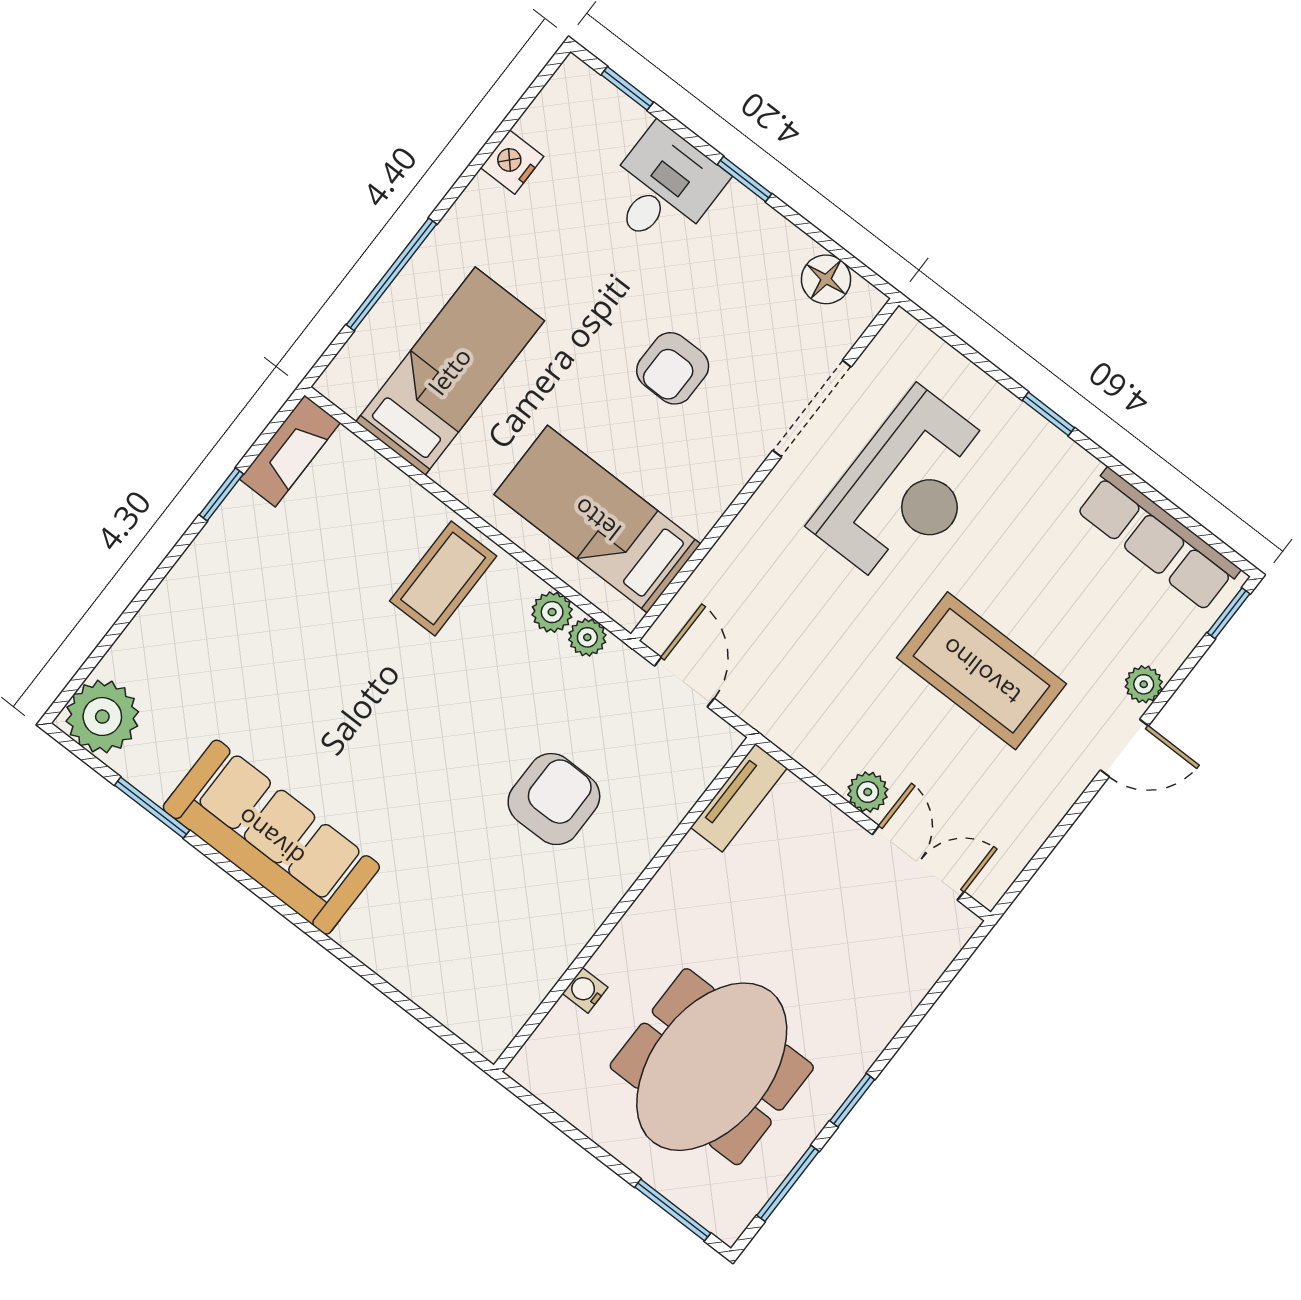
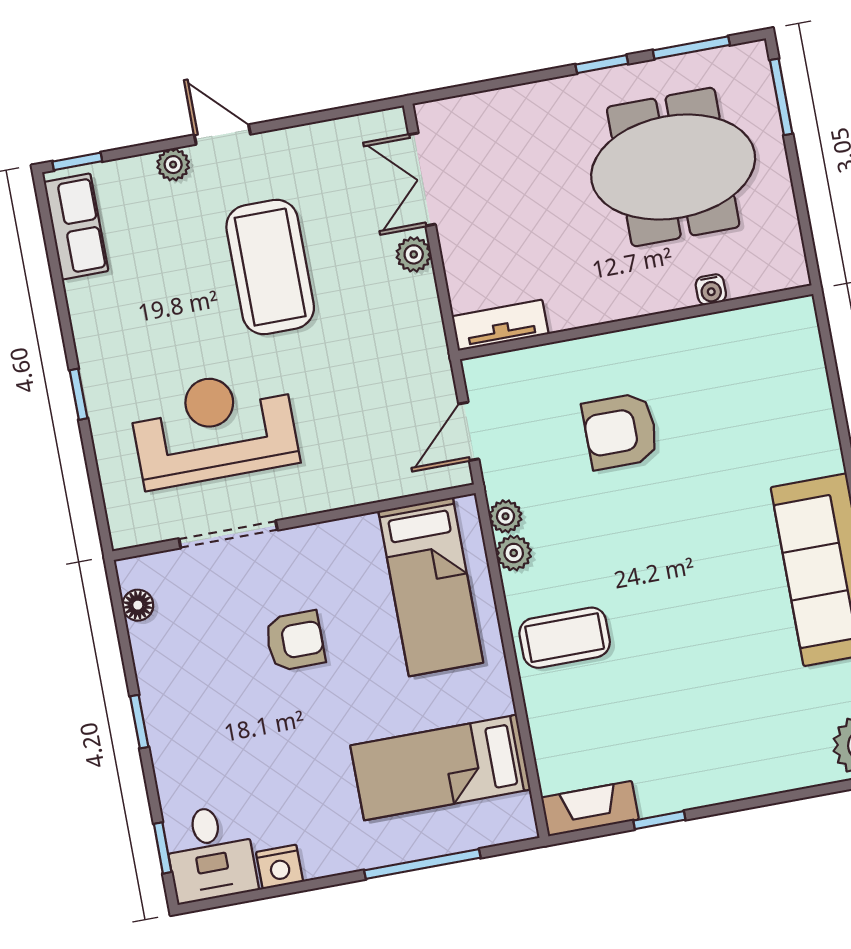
desk: (663, 188) -> (210, 853), moved, turned -90
floor lamp: (826, 279) -> (138, 605), width x0.73, depth x0.73
row of seats: (1158, 540) -> (76, 227), width x0.68

